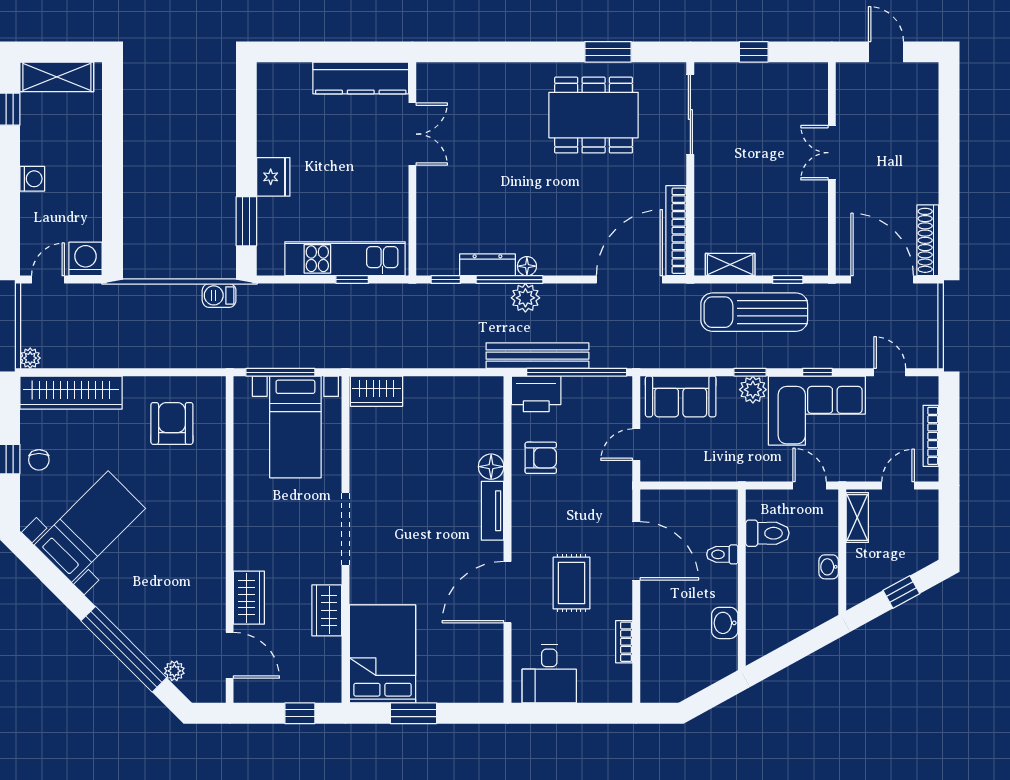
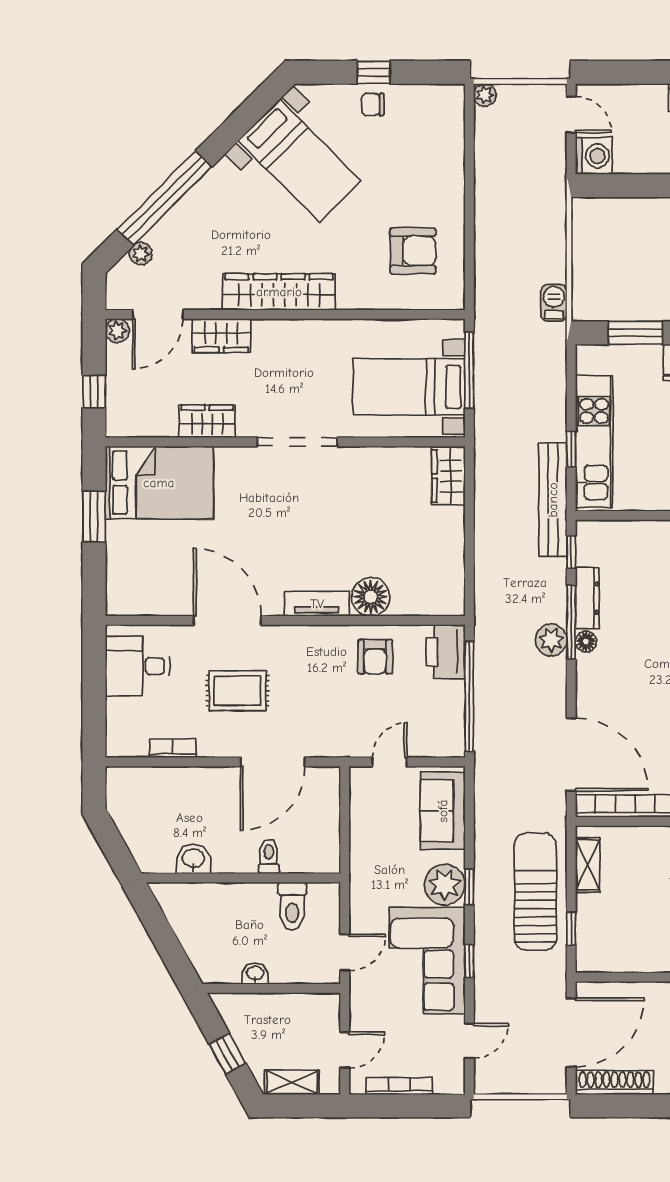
bench: (537, 356) -> (553, 500), moved
plant: (753, 390) -> (445, 885), width x1.36, depth x1.36
wardrobe: (71, 393) -> (279, 292), moved, turned 90
door: (636, 445) -> (390, 762), hinge flipped
floor lamp: (491, 467) -> (371, 597), width x1.38, depth x1.38
door: (898, 485) -> (345, 1050), hinge flipped
shelving: (857, 517) -> (292, 1082), moved
plant: (244, 692) -> (117, 331), added

